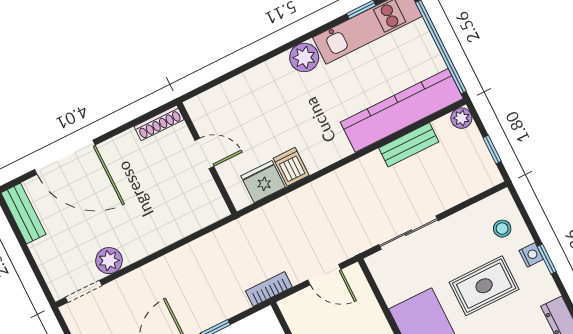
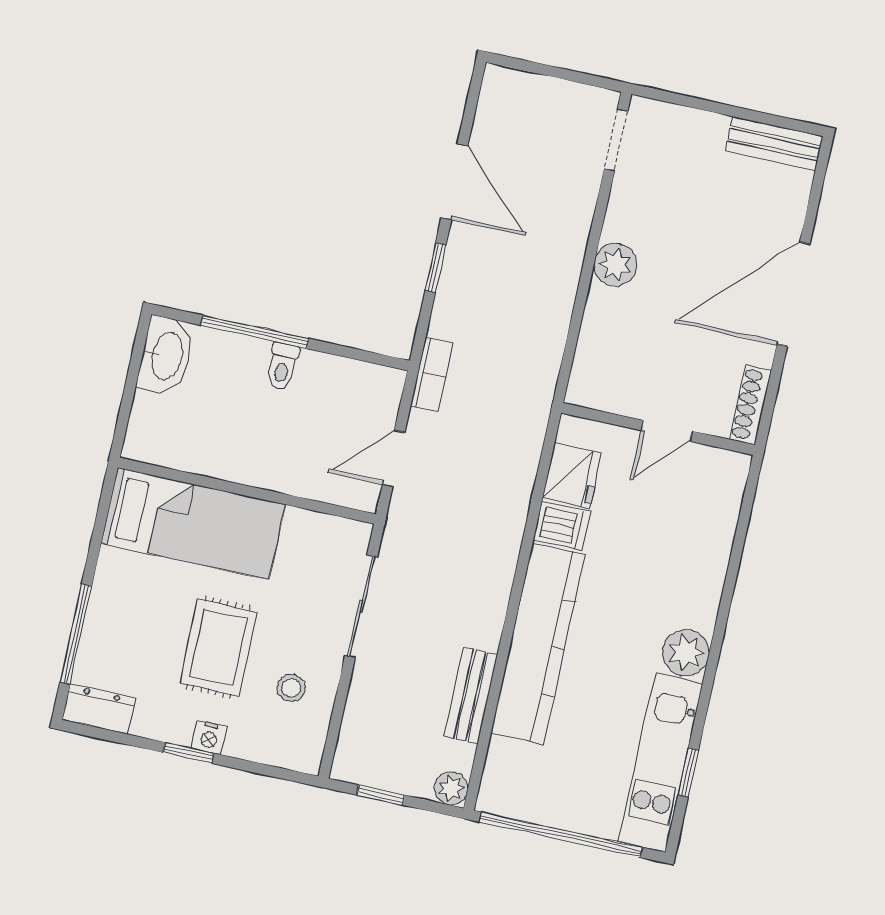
kitchen counter: (402, 110) -> (538, 644), moved
door: (65, 157) -> (793, 295), moved
stool: (502, 229) -> (291, 688), moved
plant: (109, 261) -> (615, 265), moved

